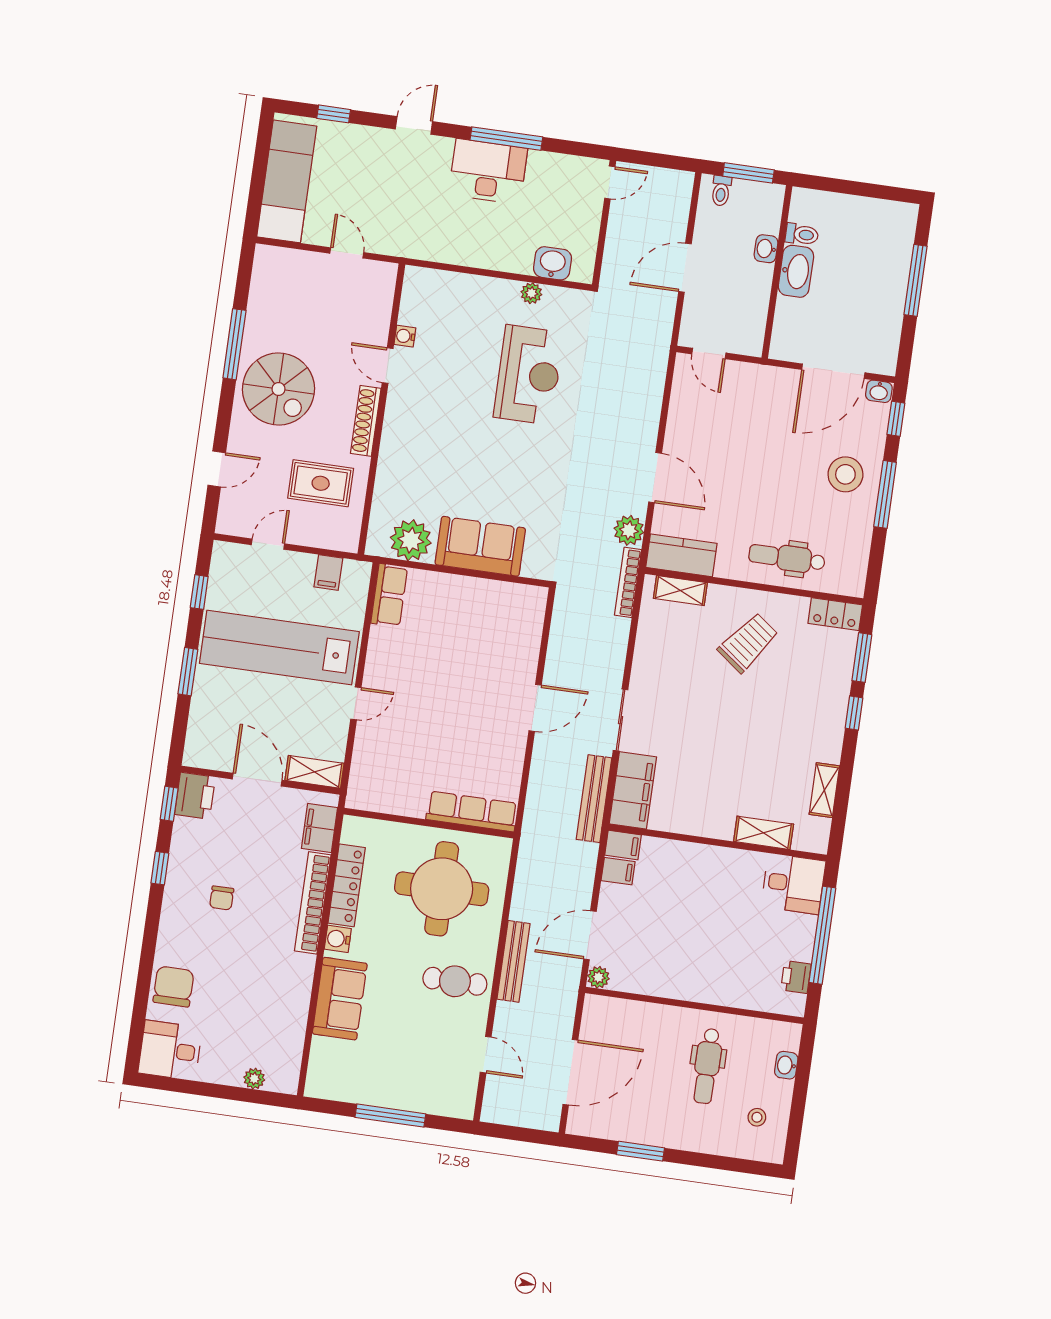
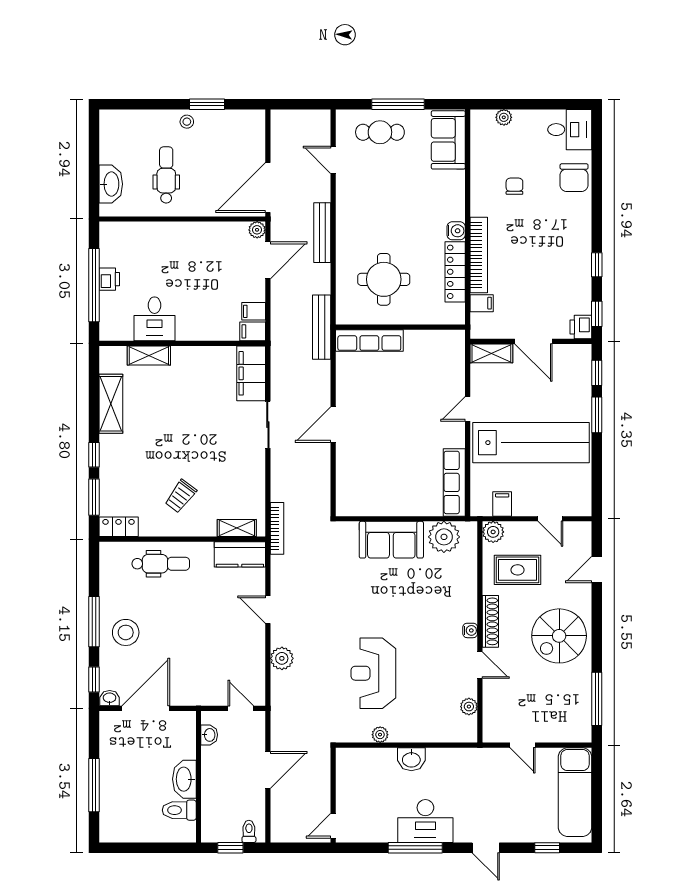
door: (414, 125) -> (486, 848), hinge flipped
window: (748, 173) -> (230, 848), width x0.67
toilet: (802, 234) -> (179, 810), width x1.37, depth x1.39
washbasin: (766, 249) -> (209, 735), moved
washbasin: (553, 263) -> (411, 759), moved
plant: (410, 313) -> (469, 707), added
water cooler: (405, 336) -> (470, 630), moved
window: (234, 344) -> (597, 699), moved
spiral stairs: (279, 389) -> (559, 636), turned -90
door: (655, 478) -> (268, 610), width x0.73
plant: (629, 530) -> (282, 658), moved
plant: (345, 538) -> (493, 532), added
door: (268, 544) -> (550, 519), hinge flipped
window: (199, 592) -> (597, 373), moved
row of seats: (389, 595) -> (454, 482), width x1.48
trolley: (748, 643) -> (181, 496), width x0.73, depth x0.72
shelving: (824, 790) -> (111, 404), width x1.50, depth x1.33
printer: (195, 796) -> (581, 327), width x0.73, depth x0.81
bench: (594, 799) -> (322, 327), moved
filing cabinet: (320, 828) -> (482, 303), width x0.50
desk: (793, 884) -> (155, 319), moved, turned -90
round table: (442, 889) -> (384, 279), width x0.73, depth x0.73
chair: (222, 898) -> (514, 186), moved
printer: (796, 977) -> (109, 279), moved
cafe table: (455, 981) -> (380, 132), moved
sofa: (340, 999) -> (448, 140), moved
washbasin: (786, 1065) -> (111, 184), width x1.91, depth x1.45
door: (570, 1072) -> (268, 188), moved
stool: (757, 1117) -> (187, 122), moved

